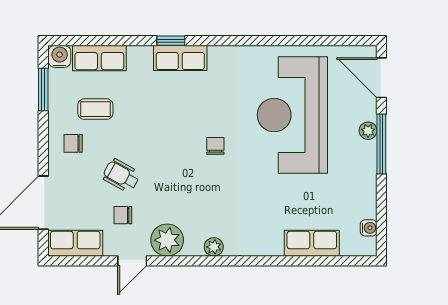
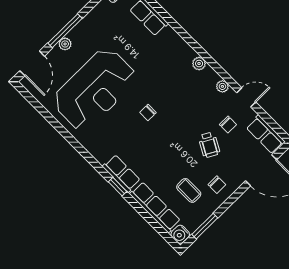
row of seats: (99, 58) -> (155, 207), width x1.48
plant: (167, 240) -> (222, 86), width x0.53, depth x0.53

